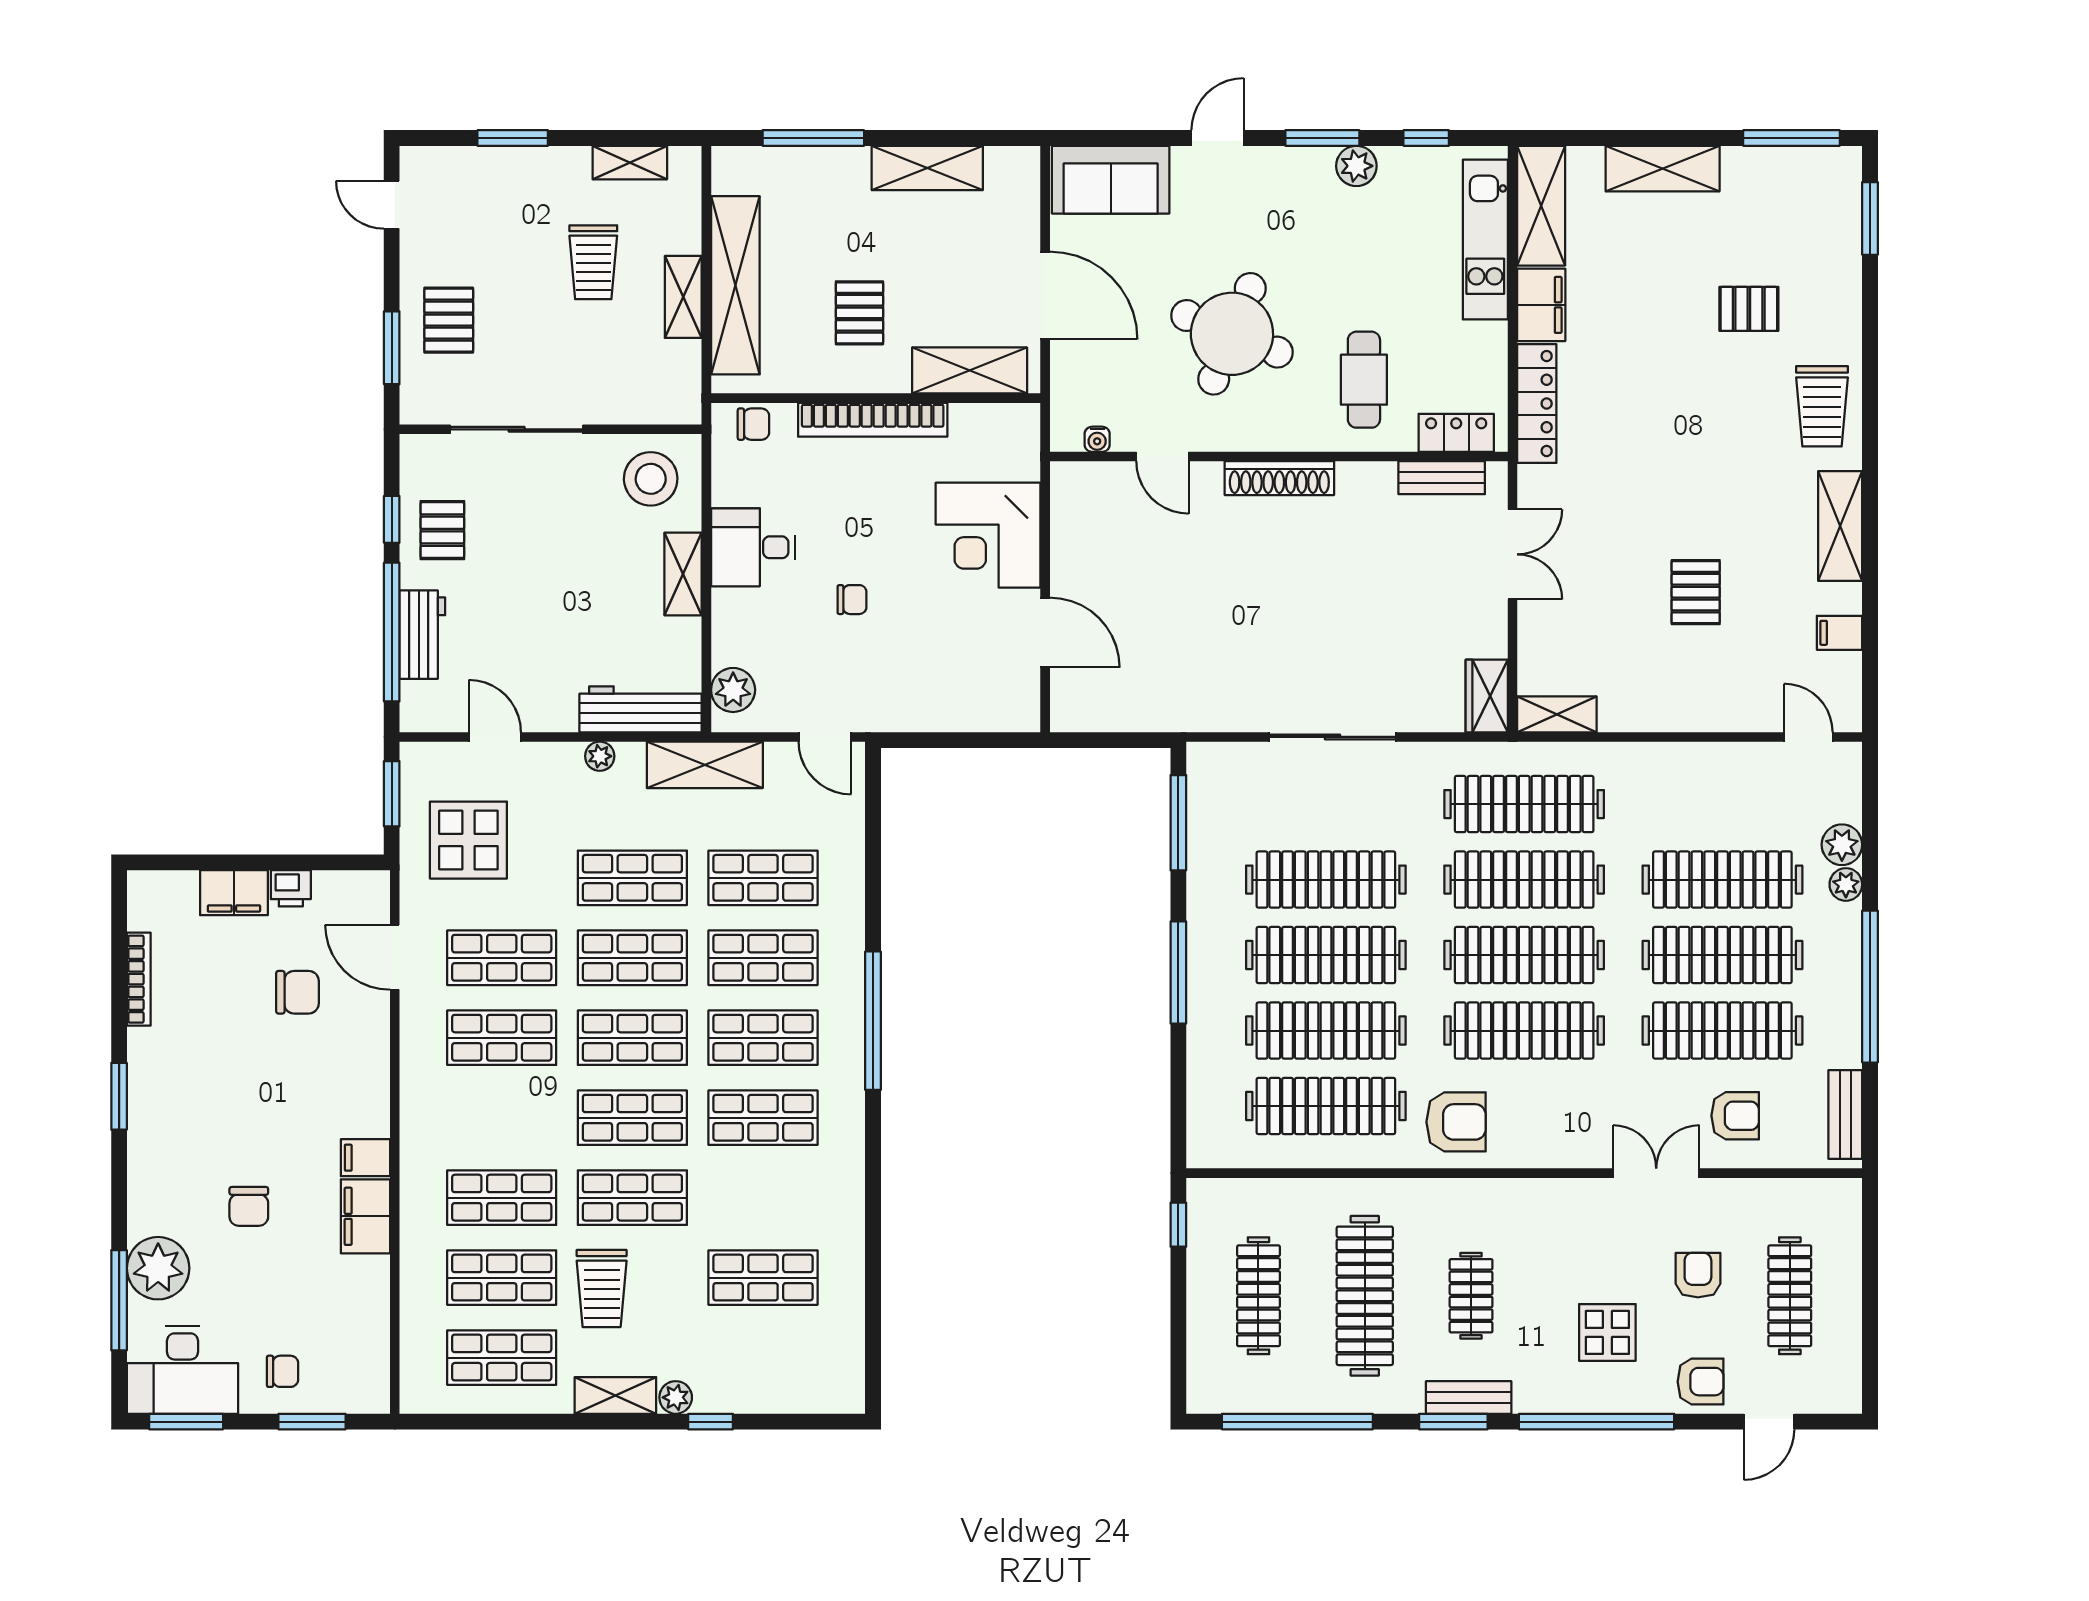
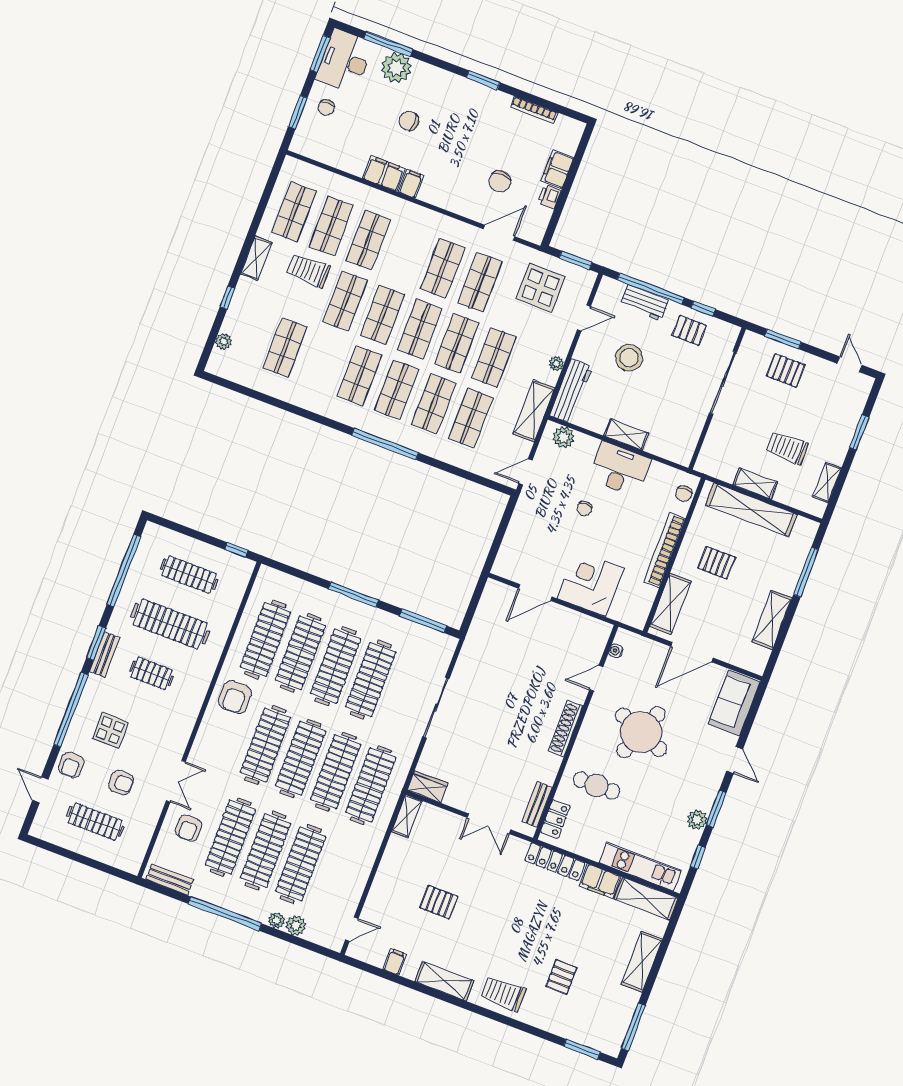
door: (392, 205) -> (850, 364), hinge flipped
stool: (651, 479) -> (629, 358), moved
desk: (753, 547) -> (620, 469), width x1.37
plant: (676, 1397) -> (224, 341), moved

